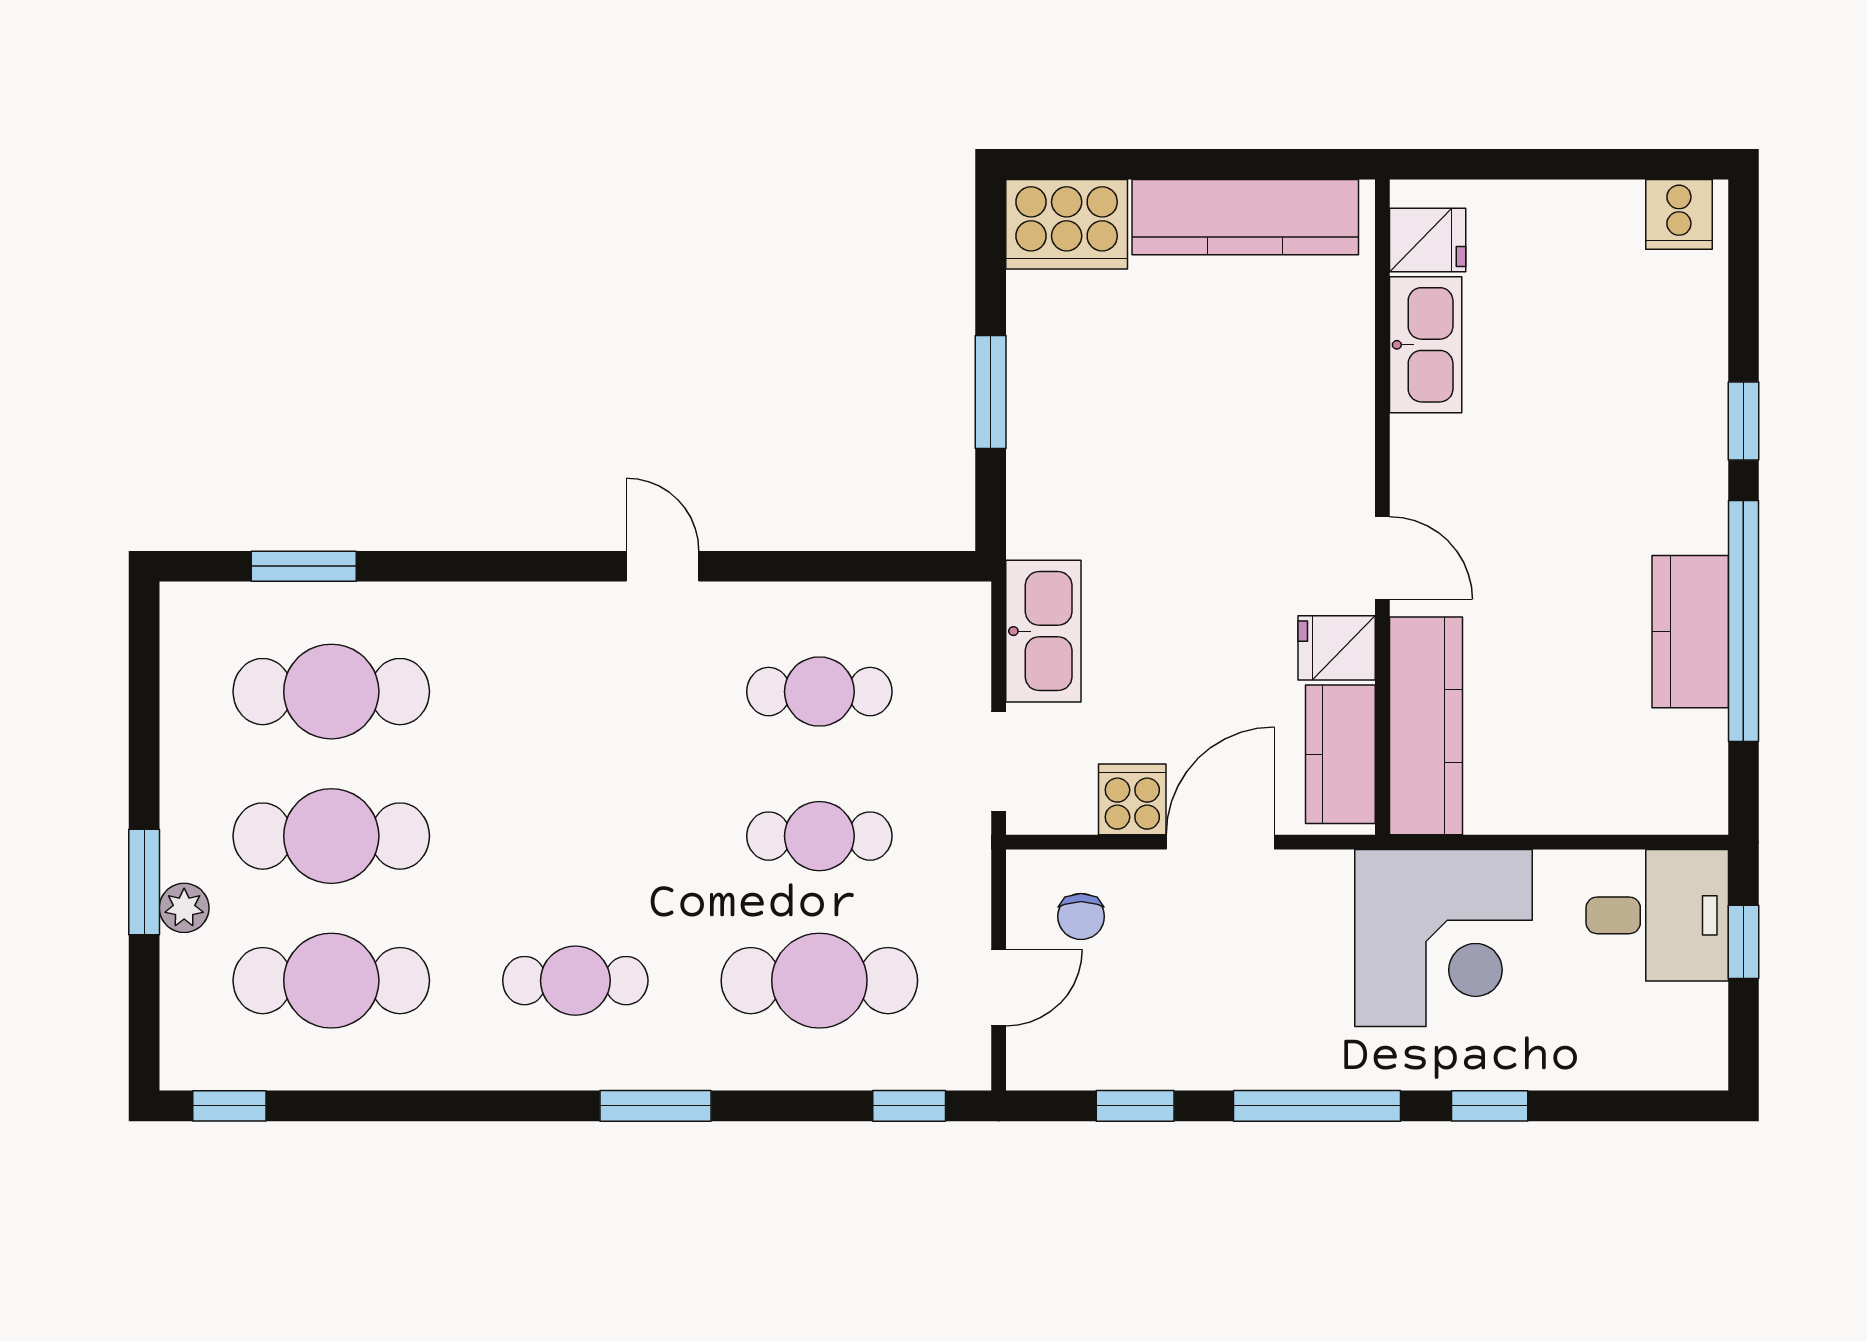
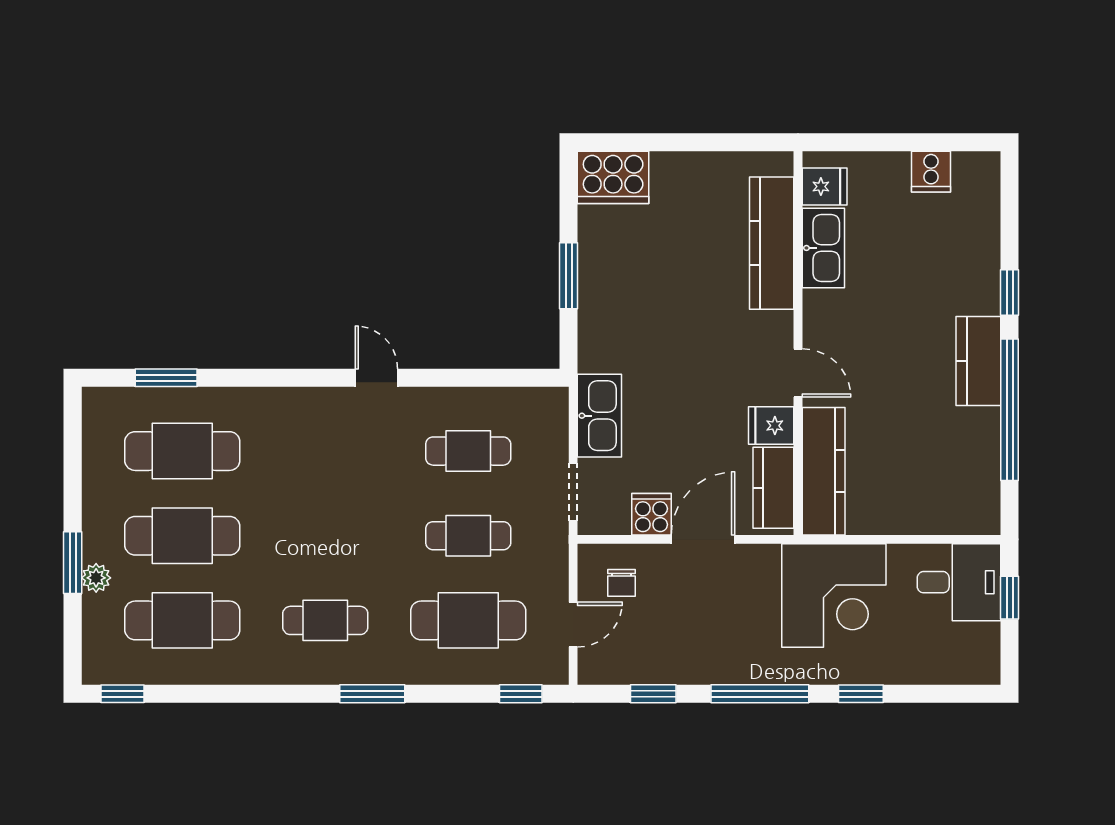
cooker: (1679, 214) -> (931, 172), moved
kitchen counter: (1245, 217) -> (772, 243), moved, turned 90
kitchen counter: (1690, 632) -> (978, 361), moved

